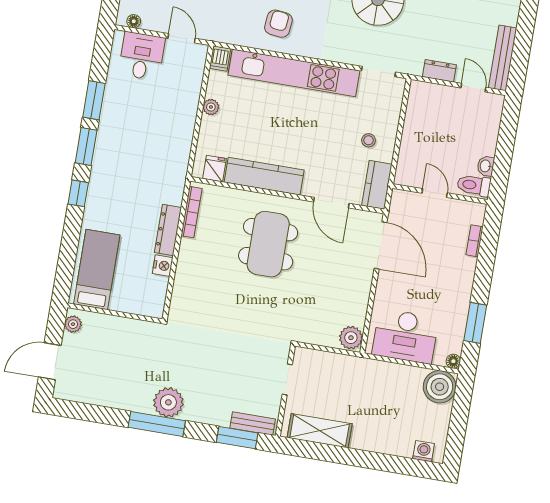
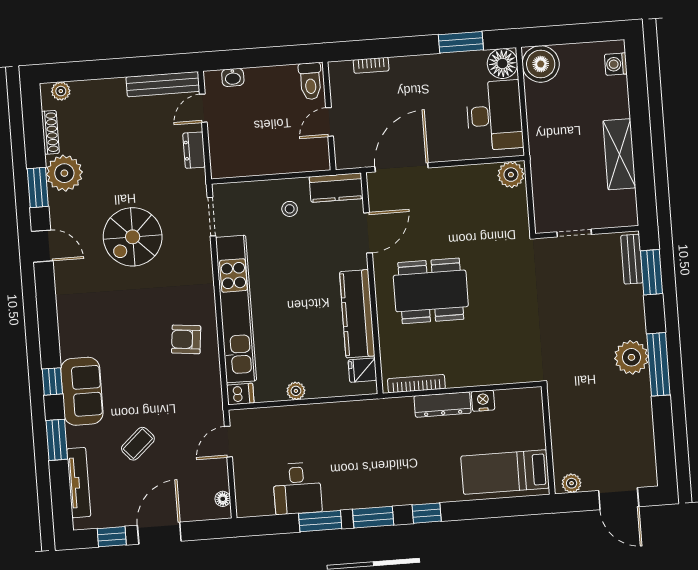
desk: (142, 56) -> (297, 488), moved, turned -90
washbasin: (486, 166) -> (233, 77), moved
floor lamp: (453, 361) -> (502, 64), width x1.89, depth x1.89
shelving: (320, 431) -> (619, 154), moved

